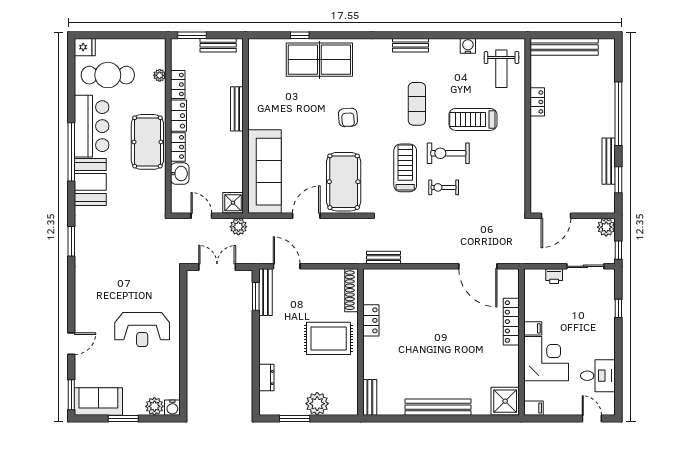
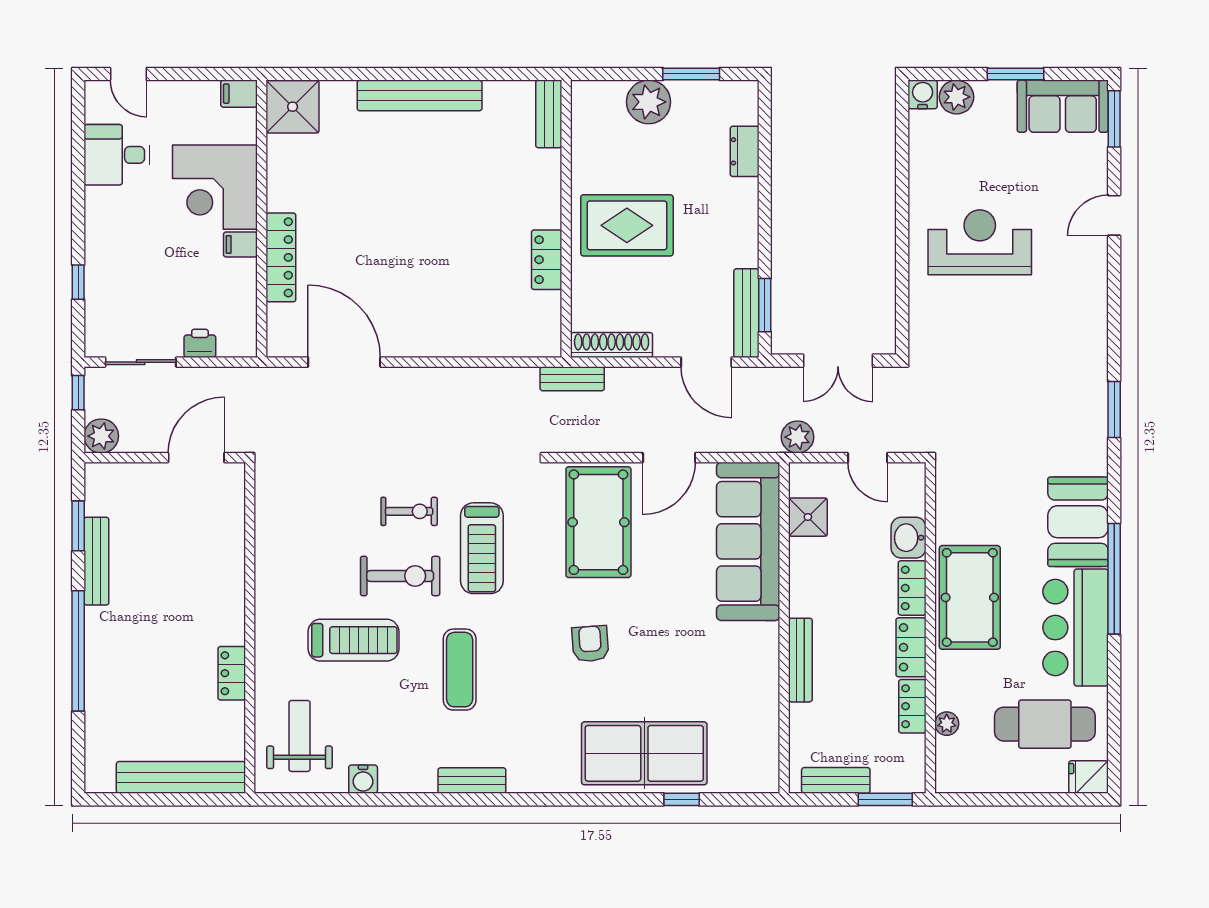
shower: (233, 203) -> (808, 517), moved
bench: (384, 257) -> (572, 379), moved
shoe rack: (352, 290) -> (612, 345), moved, turned -90

